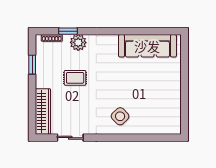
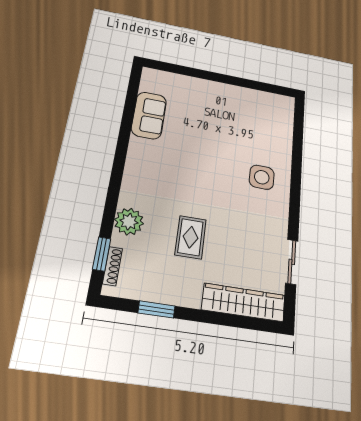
window: (68, 31) -> (102, 254), moved
sofa: (147, 46) -> (149, 115), width x0.54, depth x0.79
side table: (120, 116) -> (262, 177), turned 45

